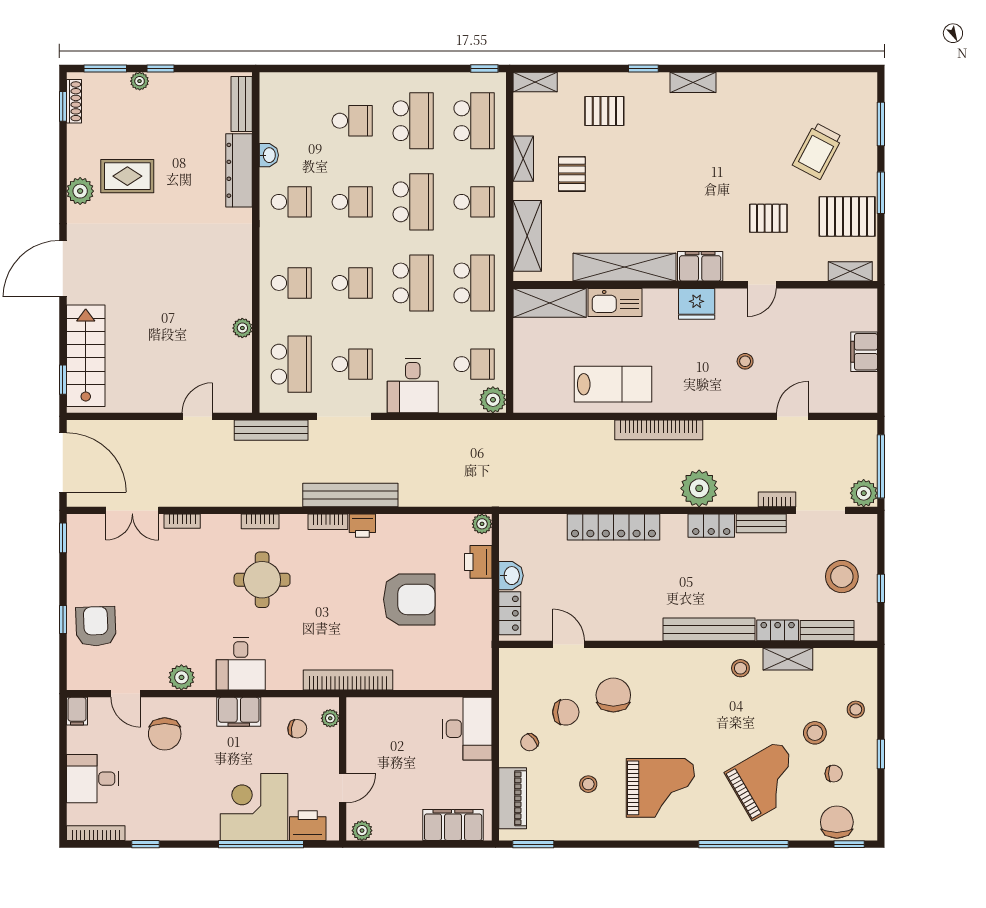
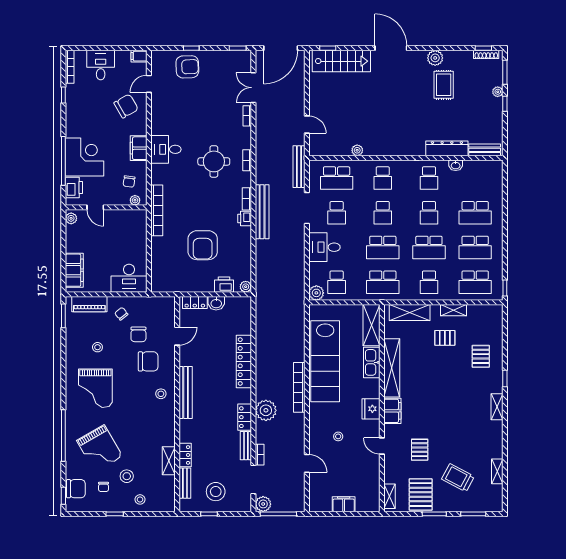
shelving: (535, 82) -> (497, 471), moved
school desk: (352, 121) -> (475, 213), width x1.85
lab bench: (613, 384) -> (325, 361), width x1.86, depth x1.39
bench: (709, 629) -> (186, 393), moved
stool: (740, 668) -> (161, 394), moved
plant: (181, 677) -> (158, 116), removed
chair: (165, 734) -> (126, 106), turned 150

